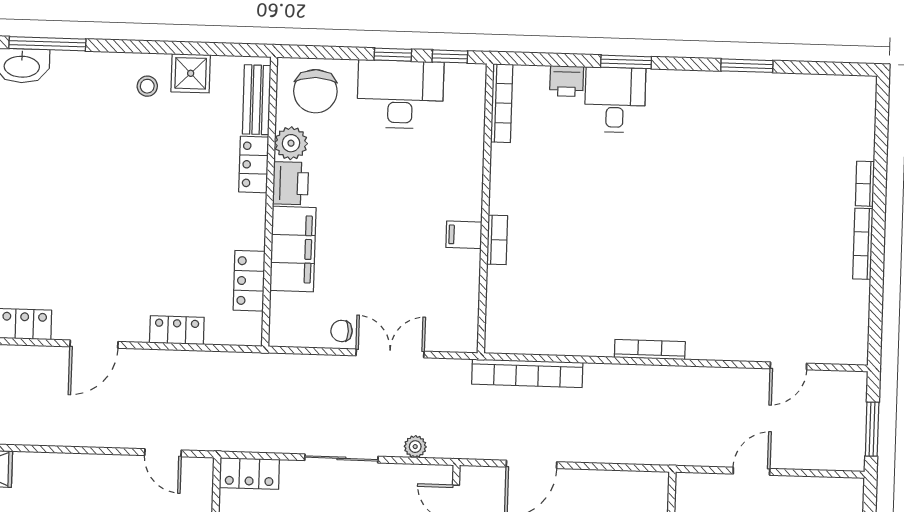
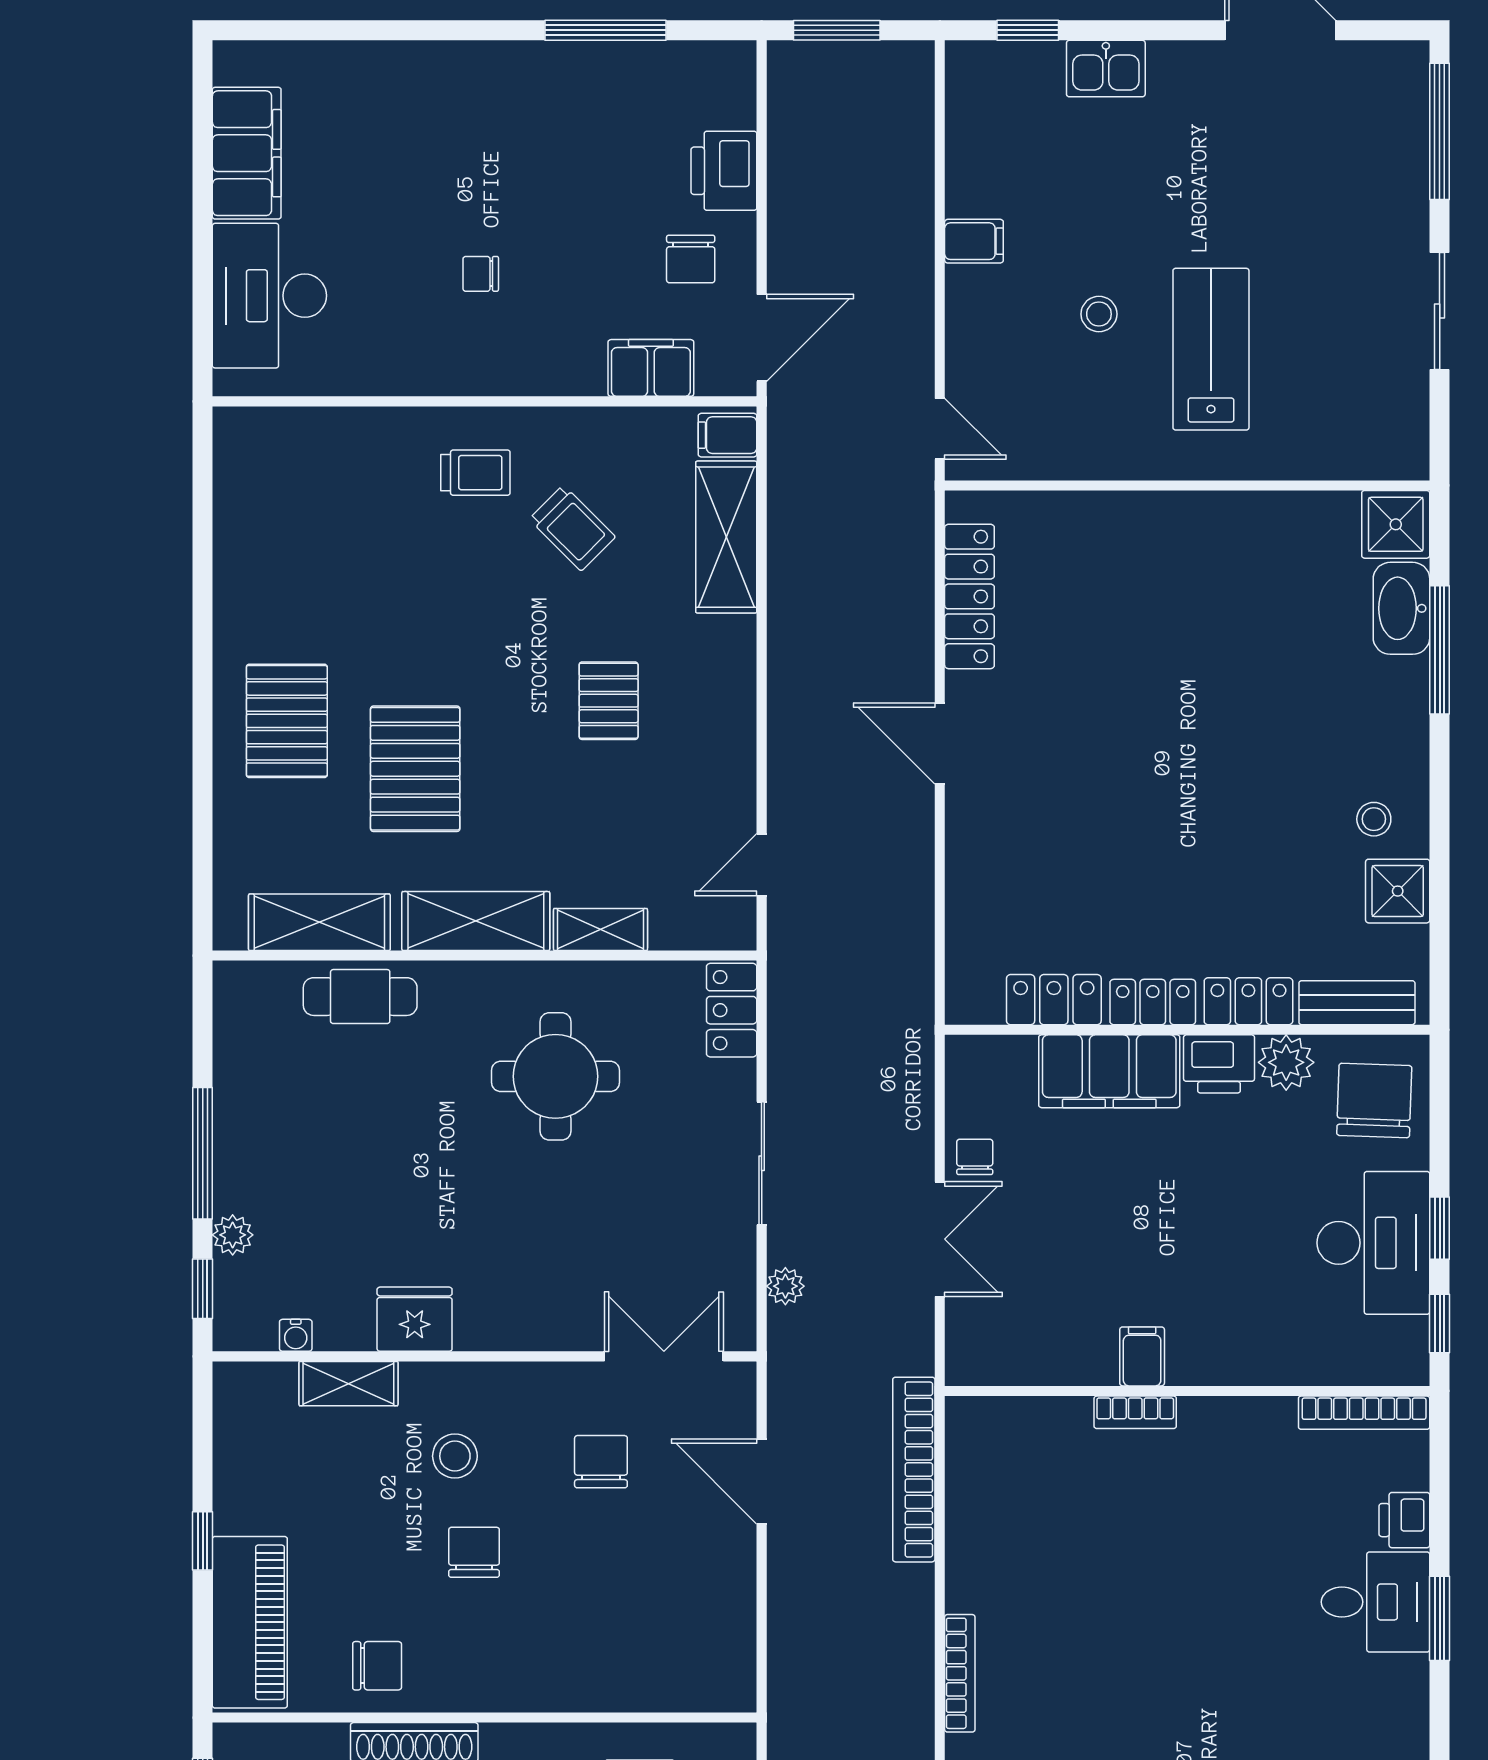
chair: (315, 91) -> (1374, 1101), turned 92
locker: (177, 330) -> (1153, 1002), moved, turned -90

